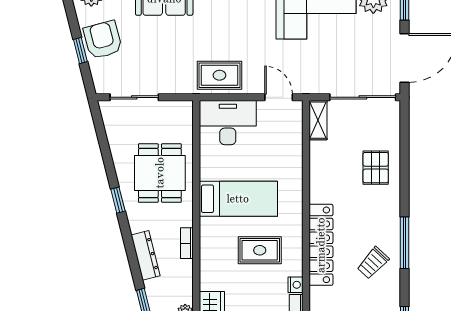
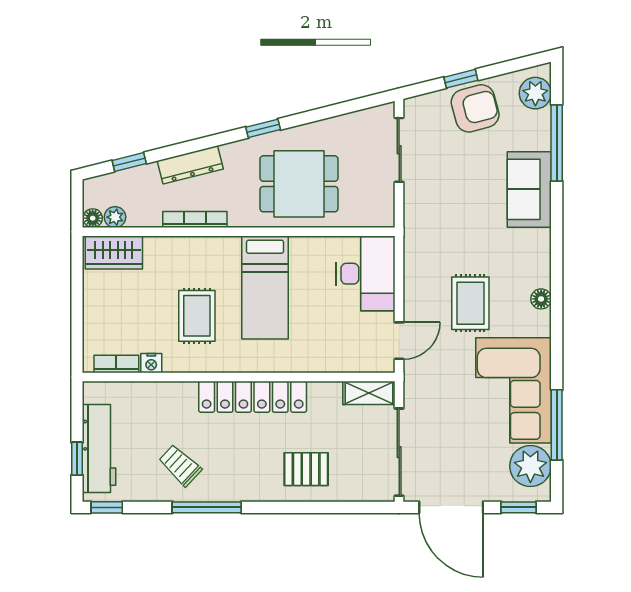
rug: (219, 75) -> (470, 303), moved
bookcase: (187, 243) -> (195, 220), width x1.56
locker: (321, 245) -> (253, 397), moved

